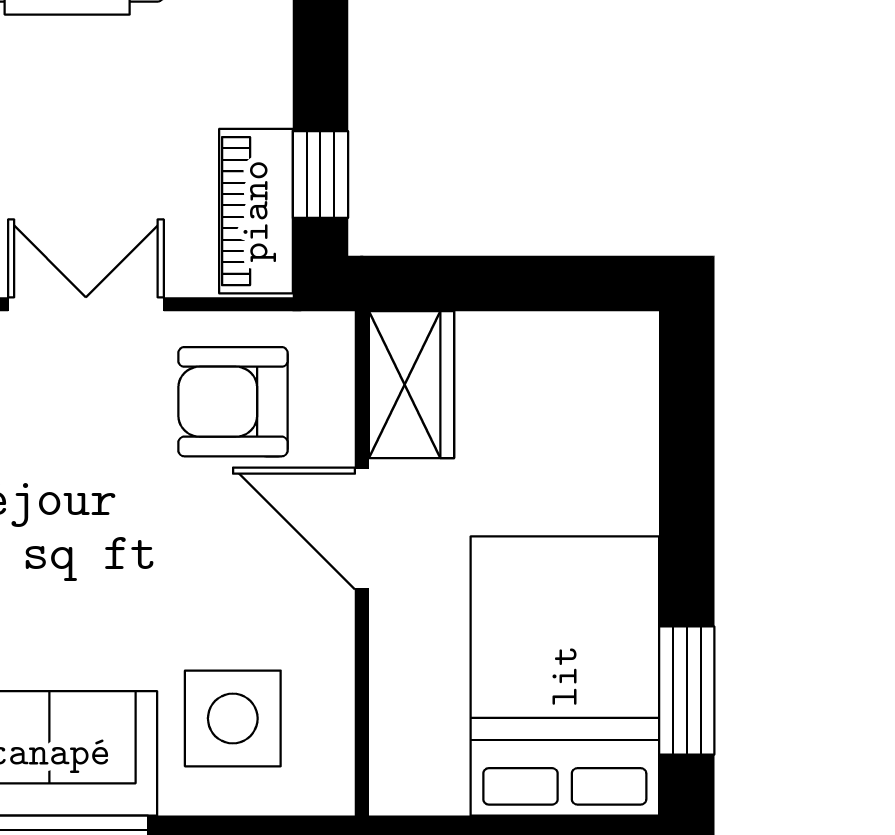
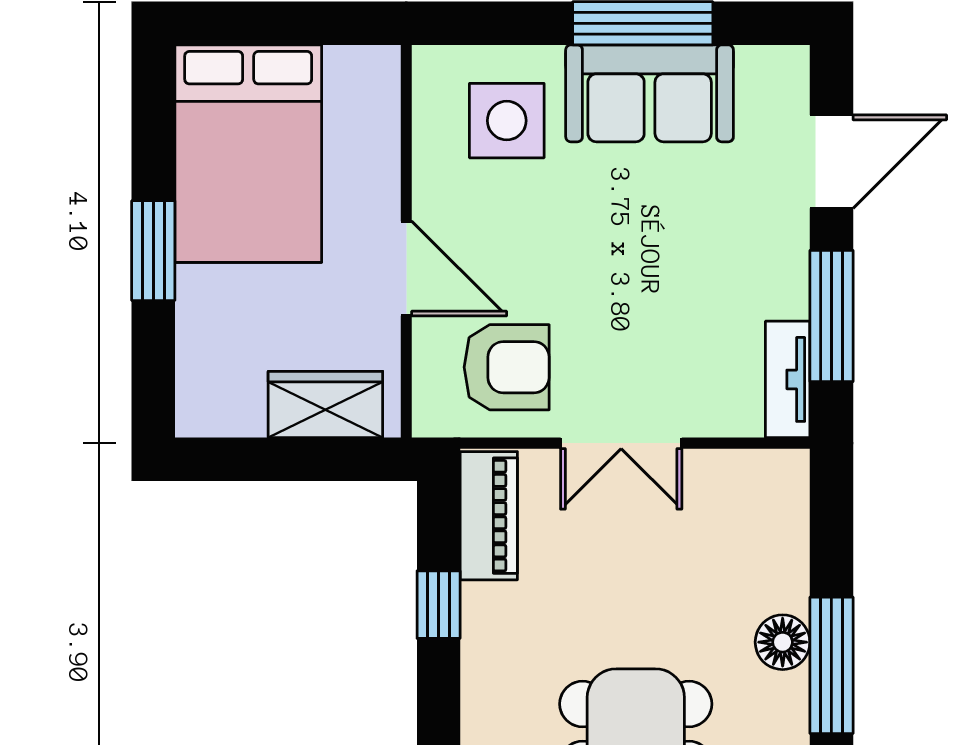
window: (320, 175) -> (439, 605), moved
wardrobe: (411, 385) -> (325, 405), moved, turned 90
window: (687, 691) -> (153, 251), moved

